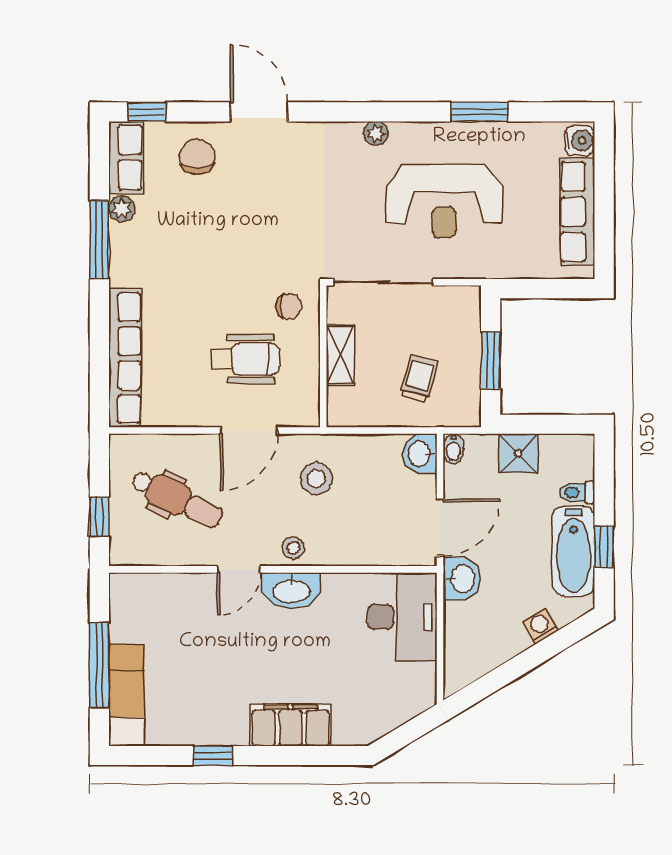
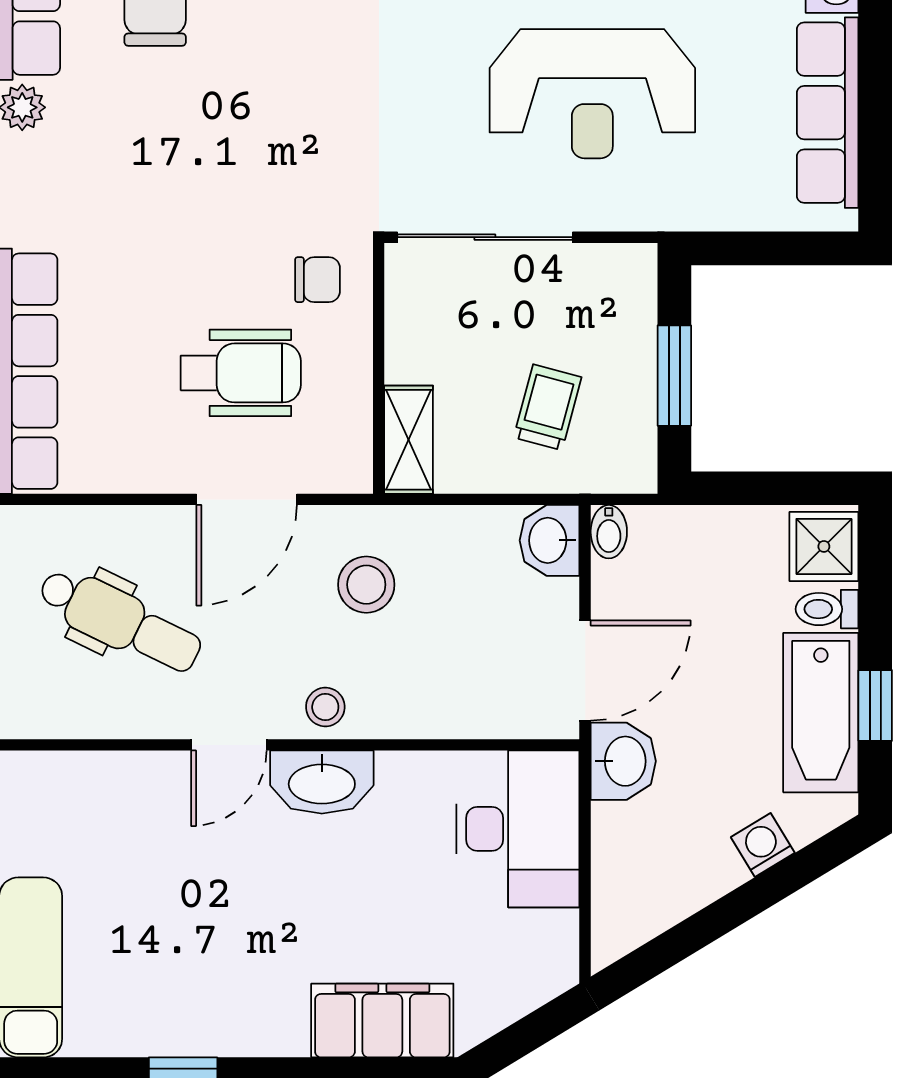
shelving: (340, 355) -> (409, 440), moved
shower: (518, 453) -> (824, 546), moved
filing cabinet: (291, 725) -> (382, 1020), moved

